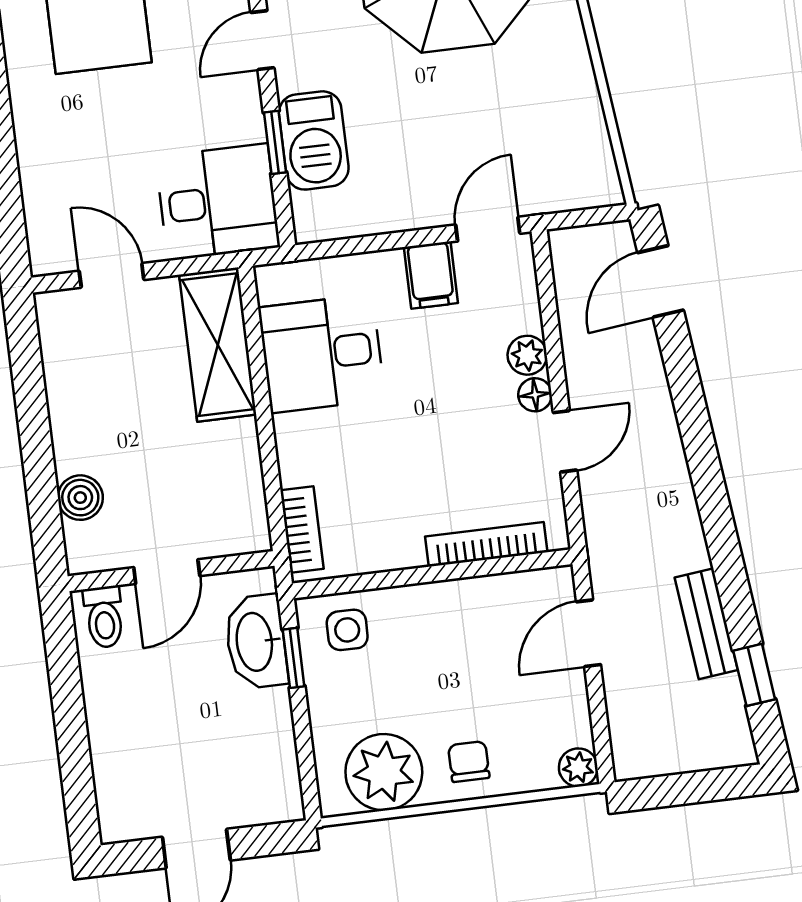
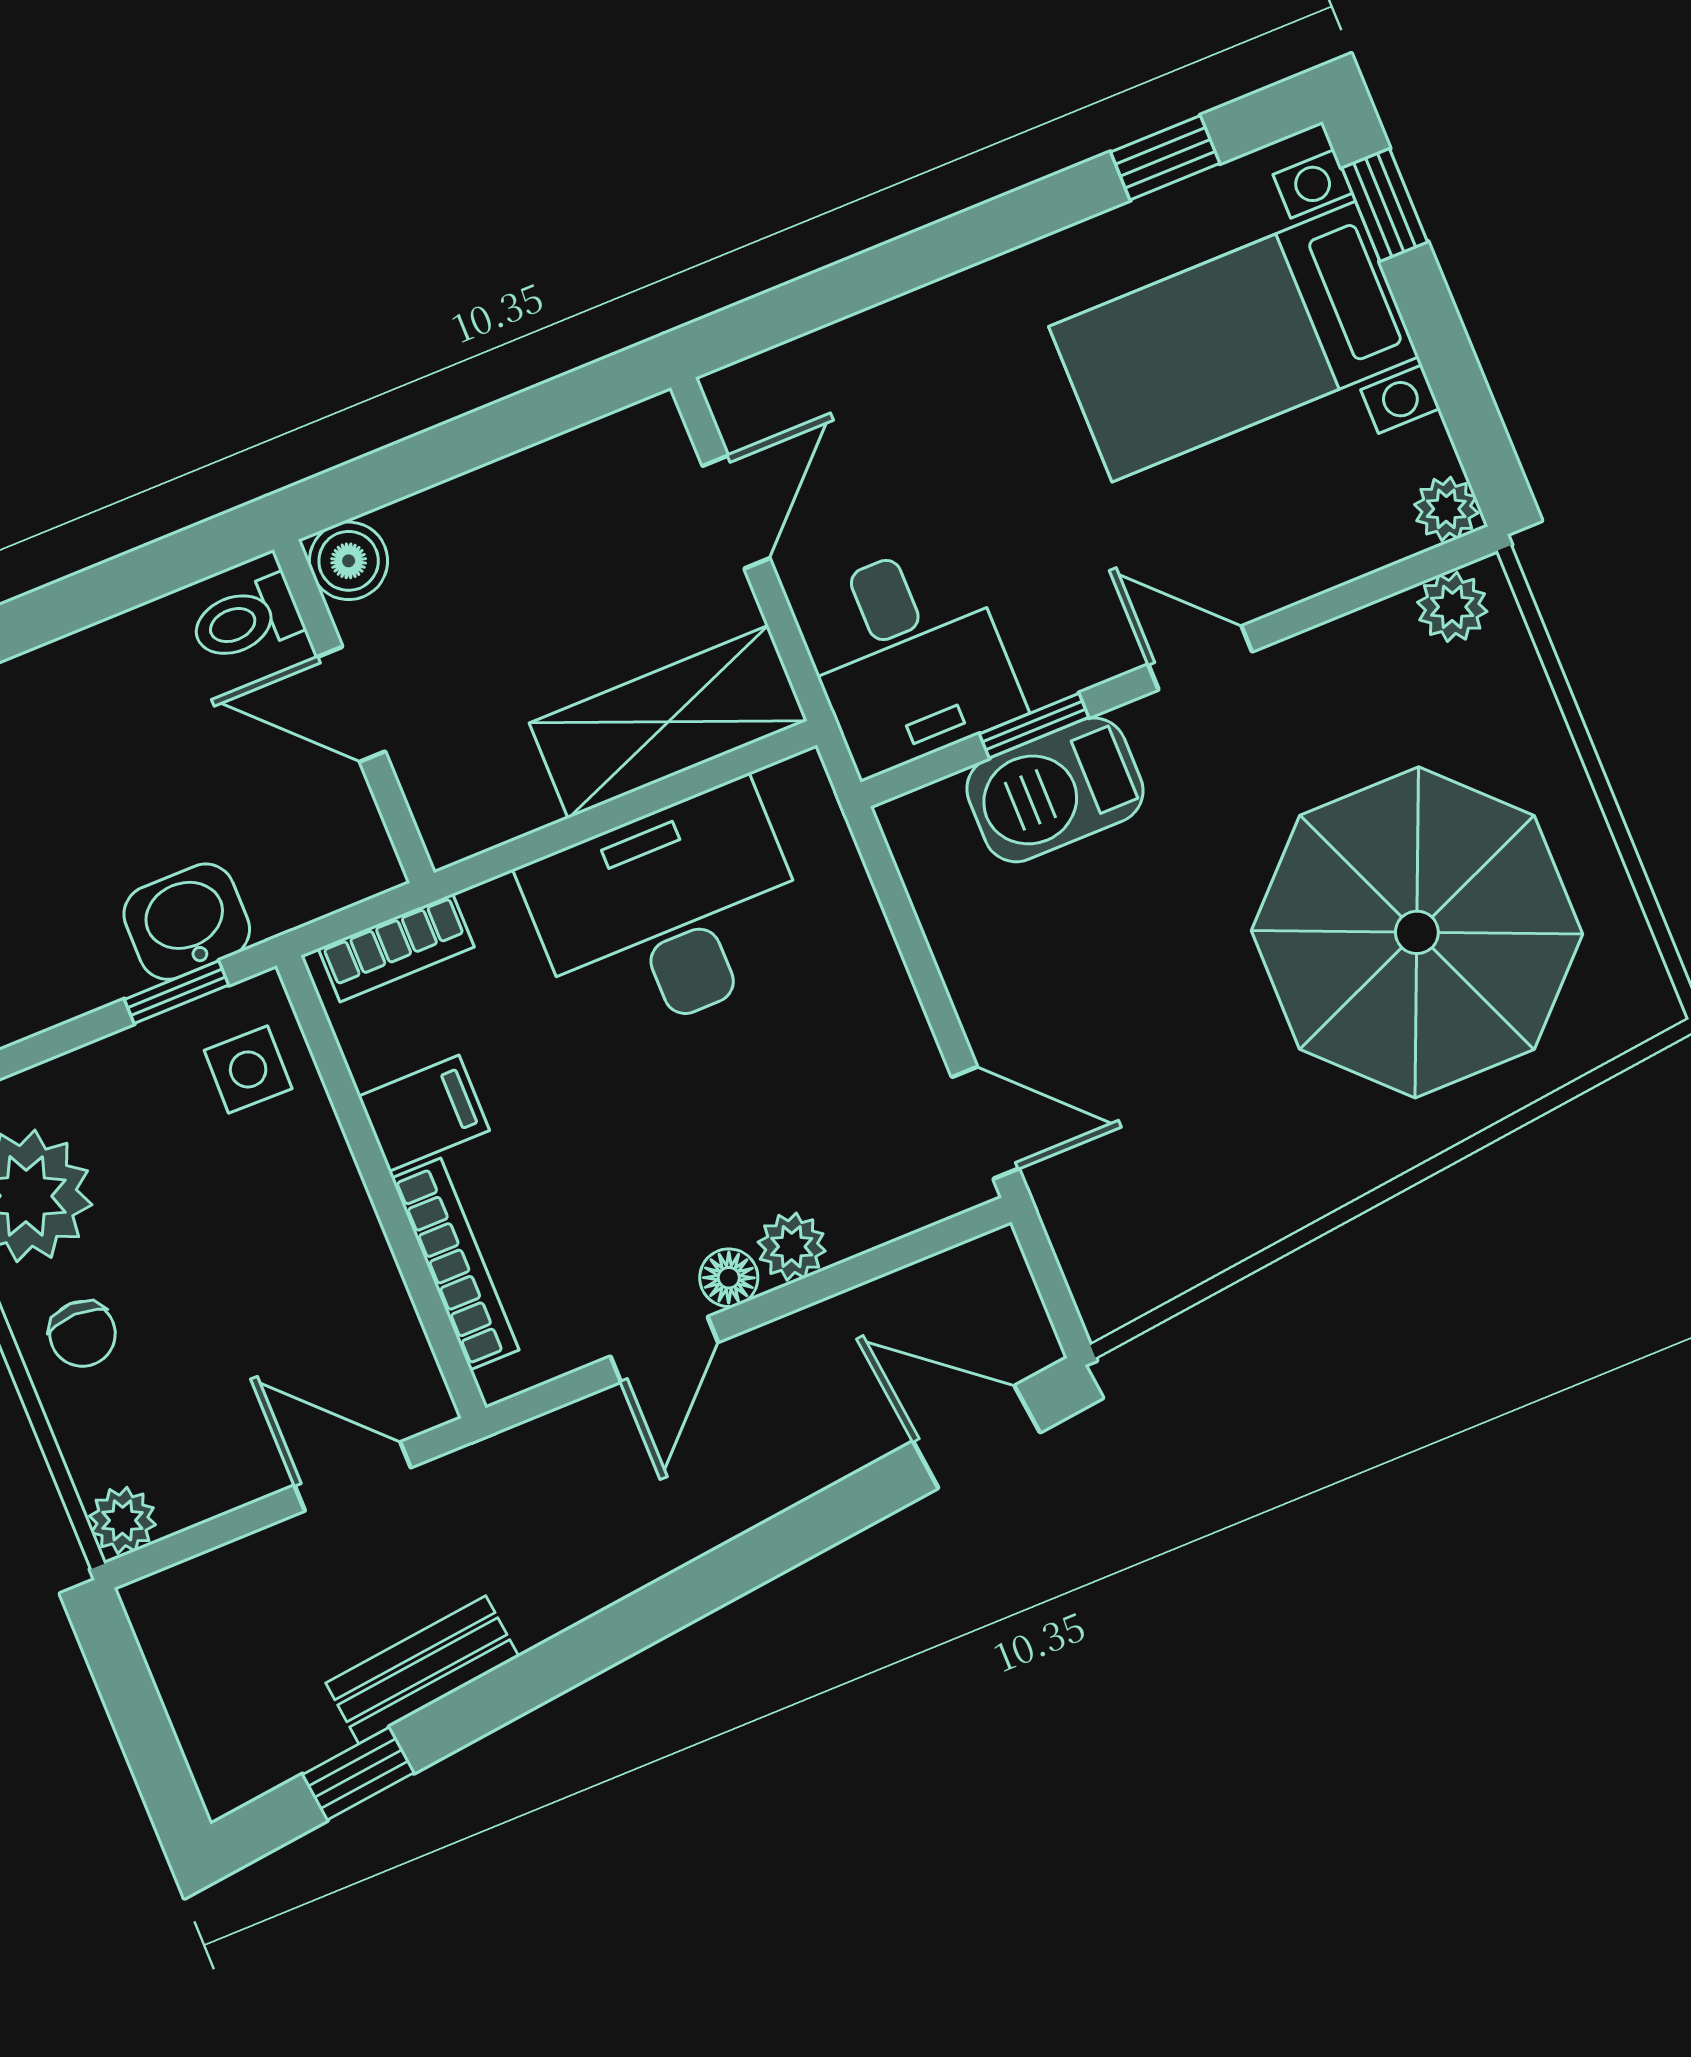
filing cabinet: (431, 275) -> (424, 1113), moved, turned 180
desk: (322, 354) -> (669, 914), width x1.37
door: (565, 441) -> (664, 1349), hinge flipped
wall: (171, 571) -> (354, 711), moved
door: (167, 572) -> (351, 704), moved
toilet: (104, 617) -> (246, 620), moved
washbasin: (256, 642) -> (187, 922), width x0.72
chair: (469, 762) -> (83, 1334), turned 90

